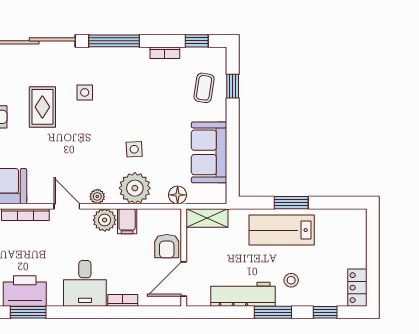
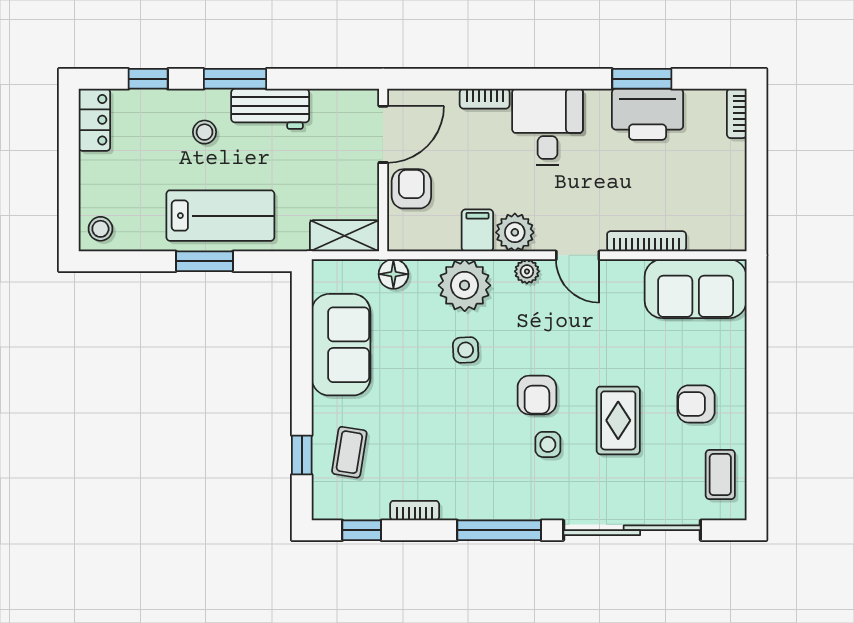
armchair: (91, 122) -> (537, 395), added
stool: (354, 222) -> (100, 229), added
workbench: (243, 294) -> (270, 109), width x0.73

